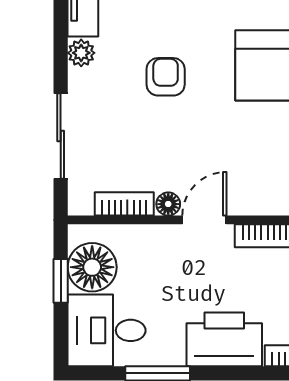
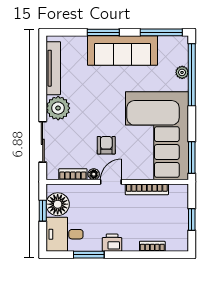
plant: (81, 53) -> (58, 108), width x1.87, depth x1.87
armchair: (166, 77) -> (106, 145), moved
printer: (224, 339) -> (112, 243), width x0.53, depth x0.68

